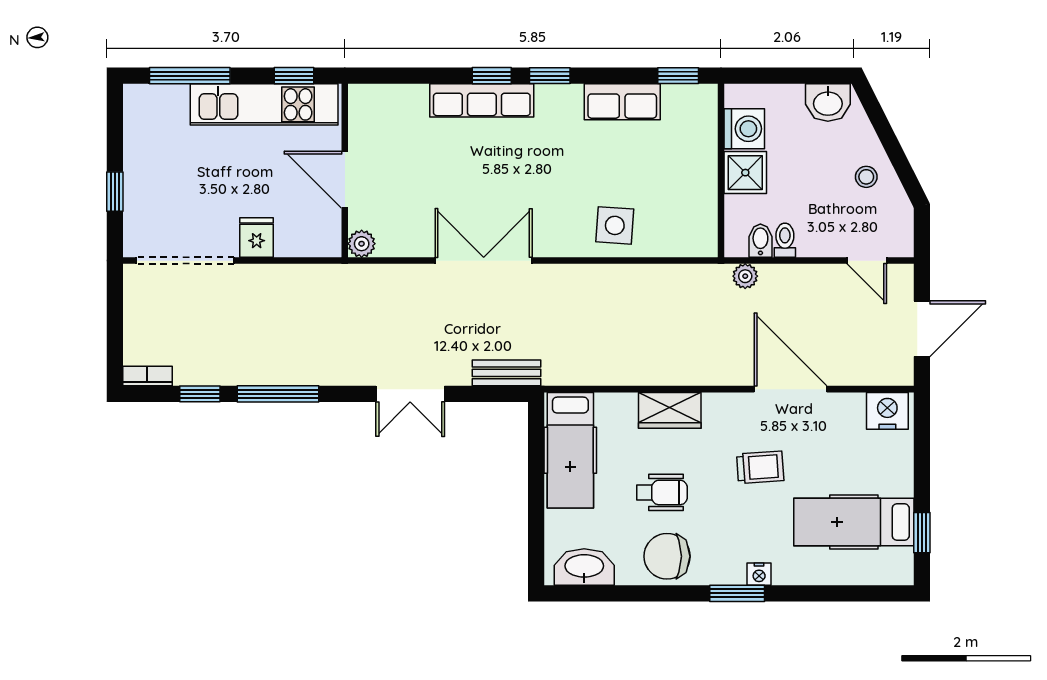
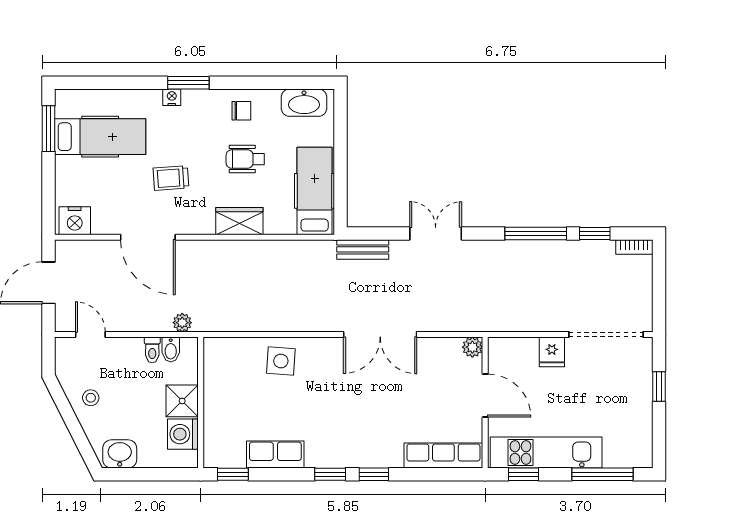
row of seats: (482, 100) -> (443, 456), moved
window: (922, 533) -> (49, 129), width x1.50
chair: (667, 556) -> (241, 111), width x0.54, depth x0.54

